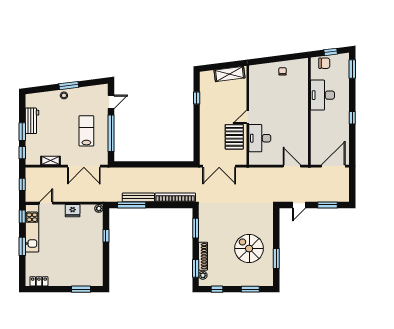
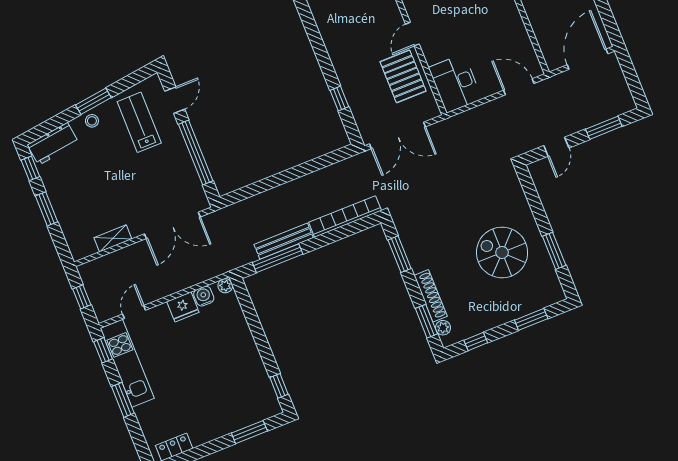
window: (197, 98) -> (339, 99), moved
workbench: (32, 121) -> (53, 144), moved, turned 83
lab bench: (86, 131) -> (139, 122), moved
desk: (260, 138) -> (455, 83), moved
window: (22, 153) -> (30, 168), moved
water cooler: (86, 209) -> (204, 296), added
window: (106, 236) -> (279, 386), moved

